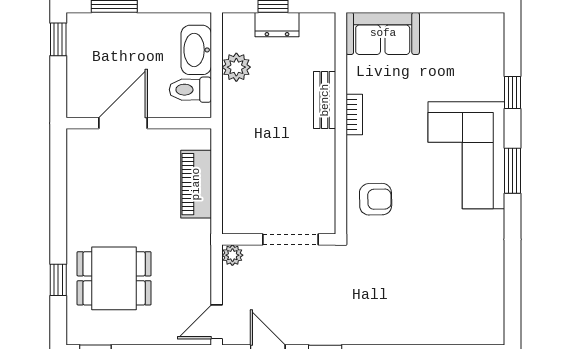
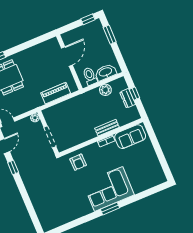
sofa: (383, 33) -> (130, 137), moved, turned -90
window: (512, 92) -> (139, 196), removed
door: (123, 123) -> (67, 57), hinge flipped

